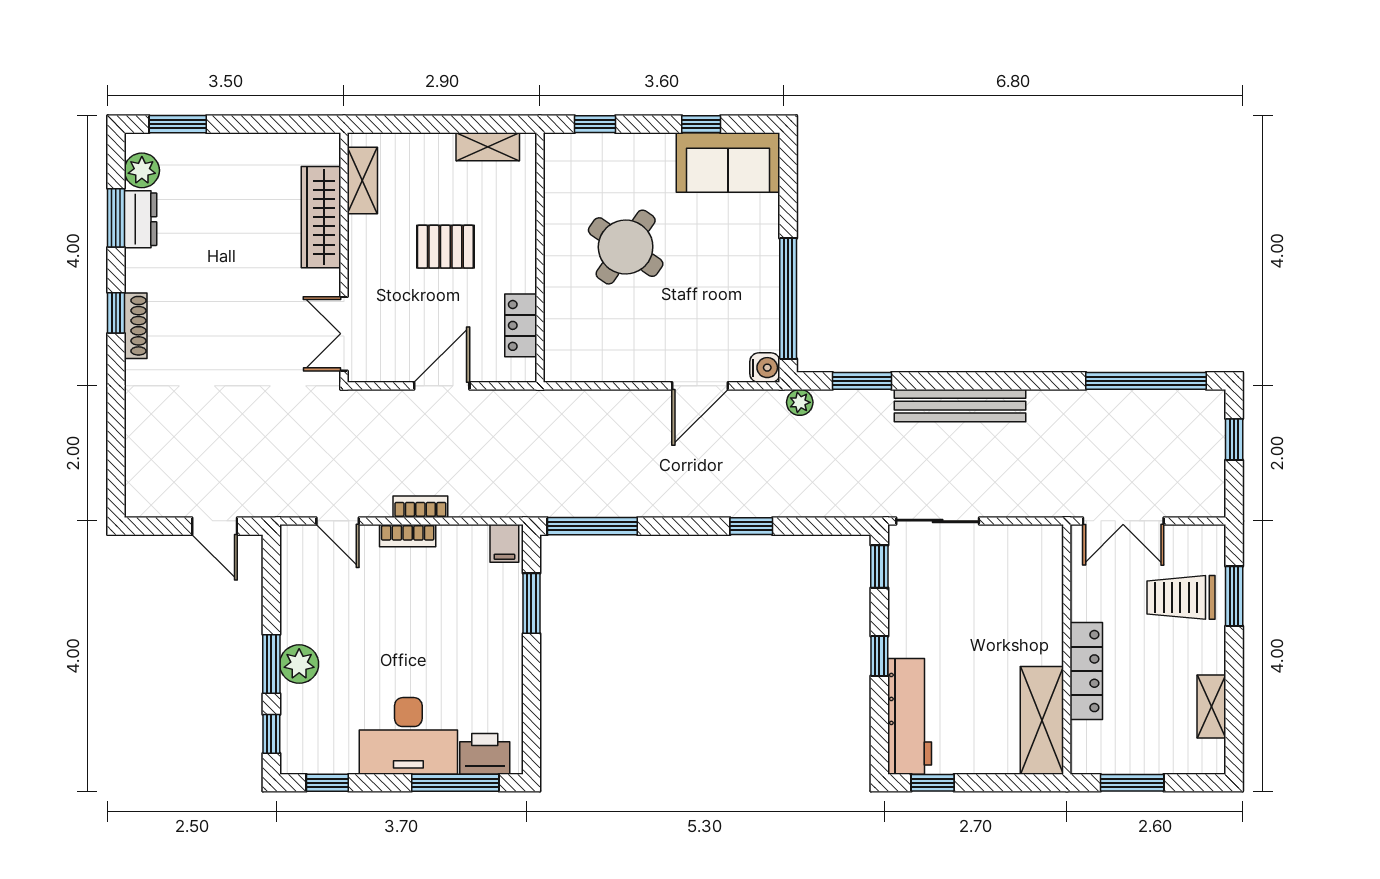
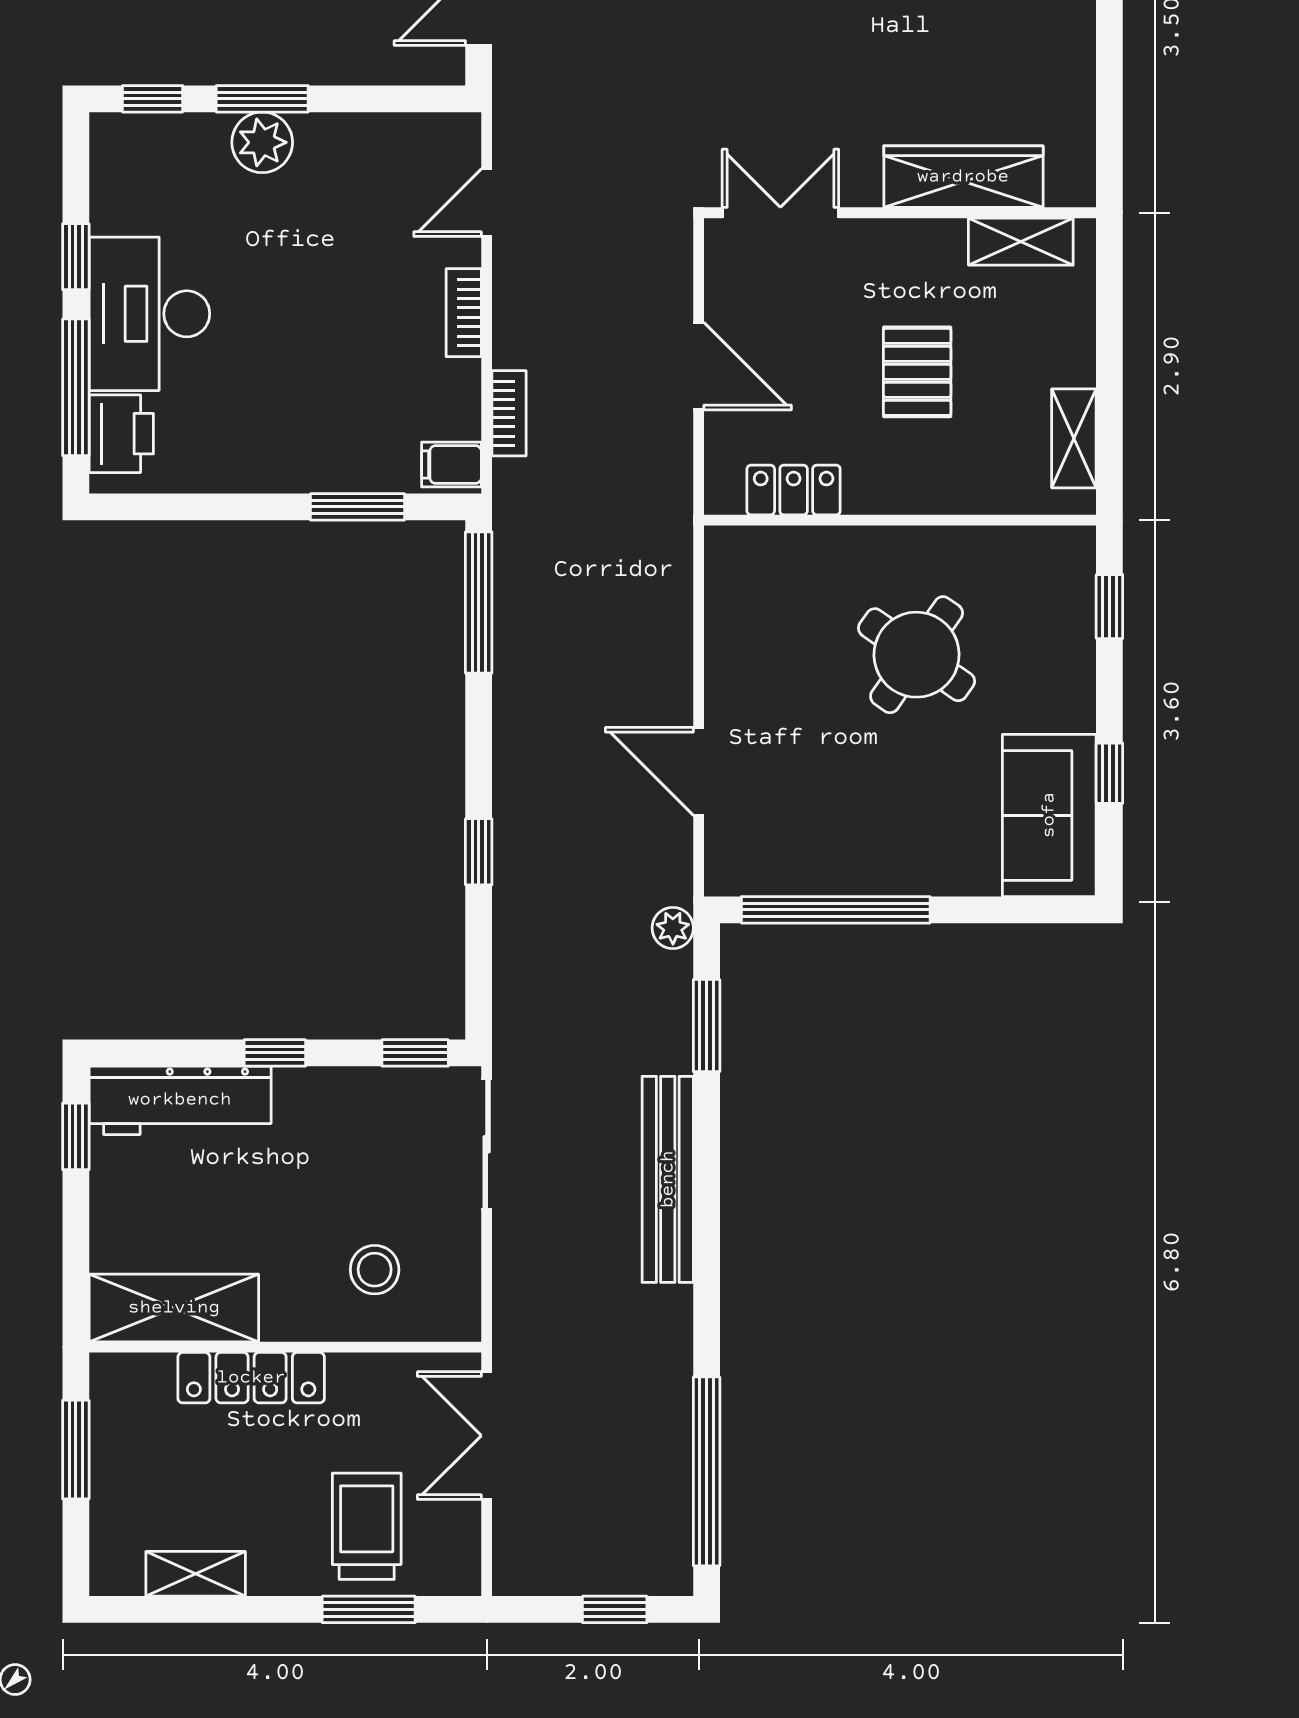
water cooler: (765, 368) -> (727, 873), removed
bookcase: (420, 507) -> (509, 413), moved
stool: (1017, 592) -> (375, 1270), added
window: (327, 783) -> (76, 257), moved

